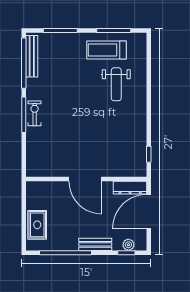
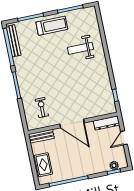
treadmill: (106, 50) -> (52, 26), moved, turned 180
weight bench: (116, 84) -> (80, 48), turned 90
exercise bike: (35, 113) -> (42, 108), moved
door: (149, 212) -> (124, 138), width x0.53
bench: (95, 244) -> (41, 136), moved

